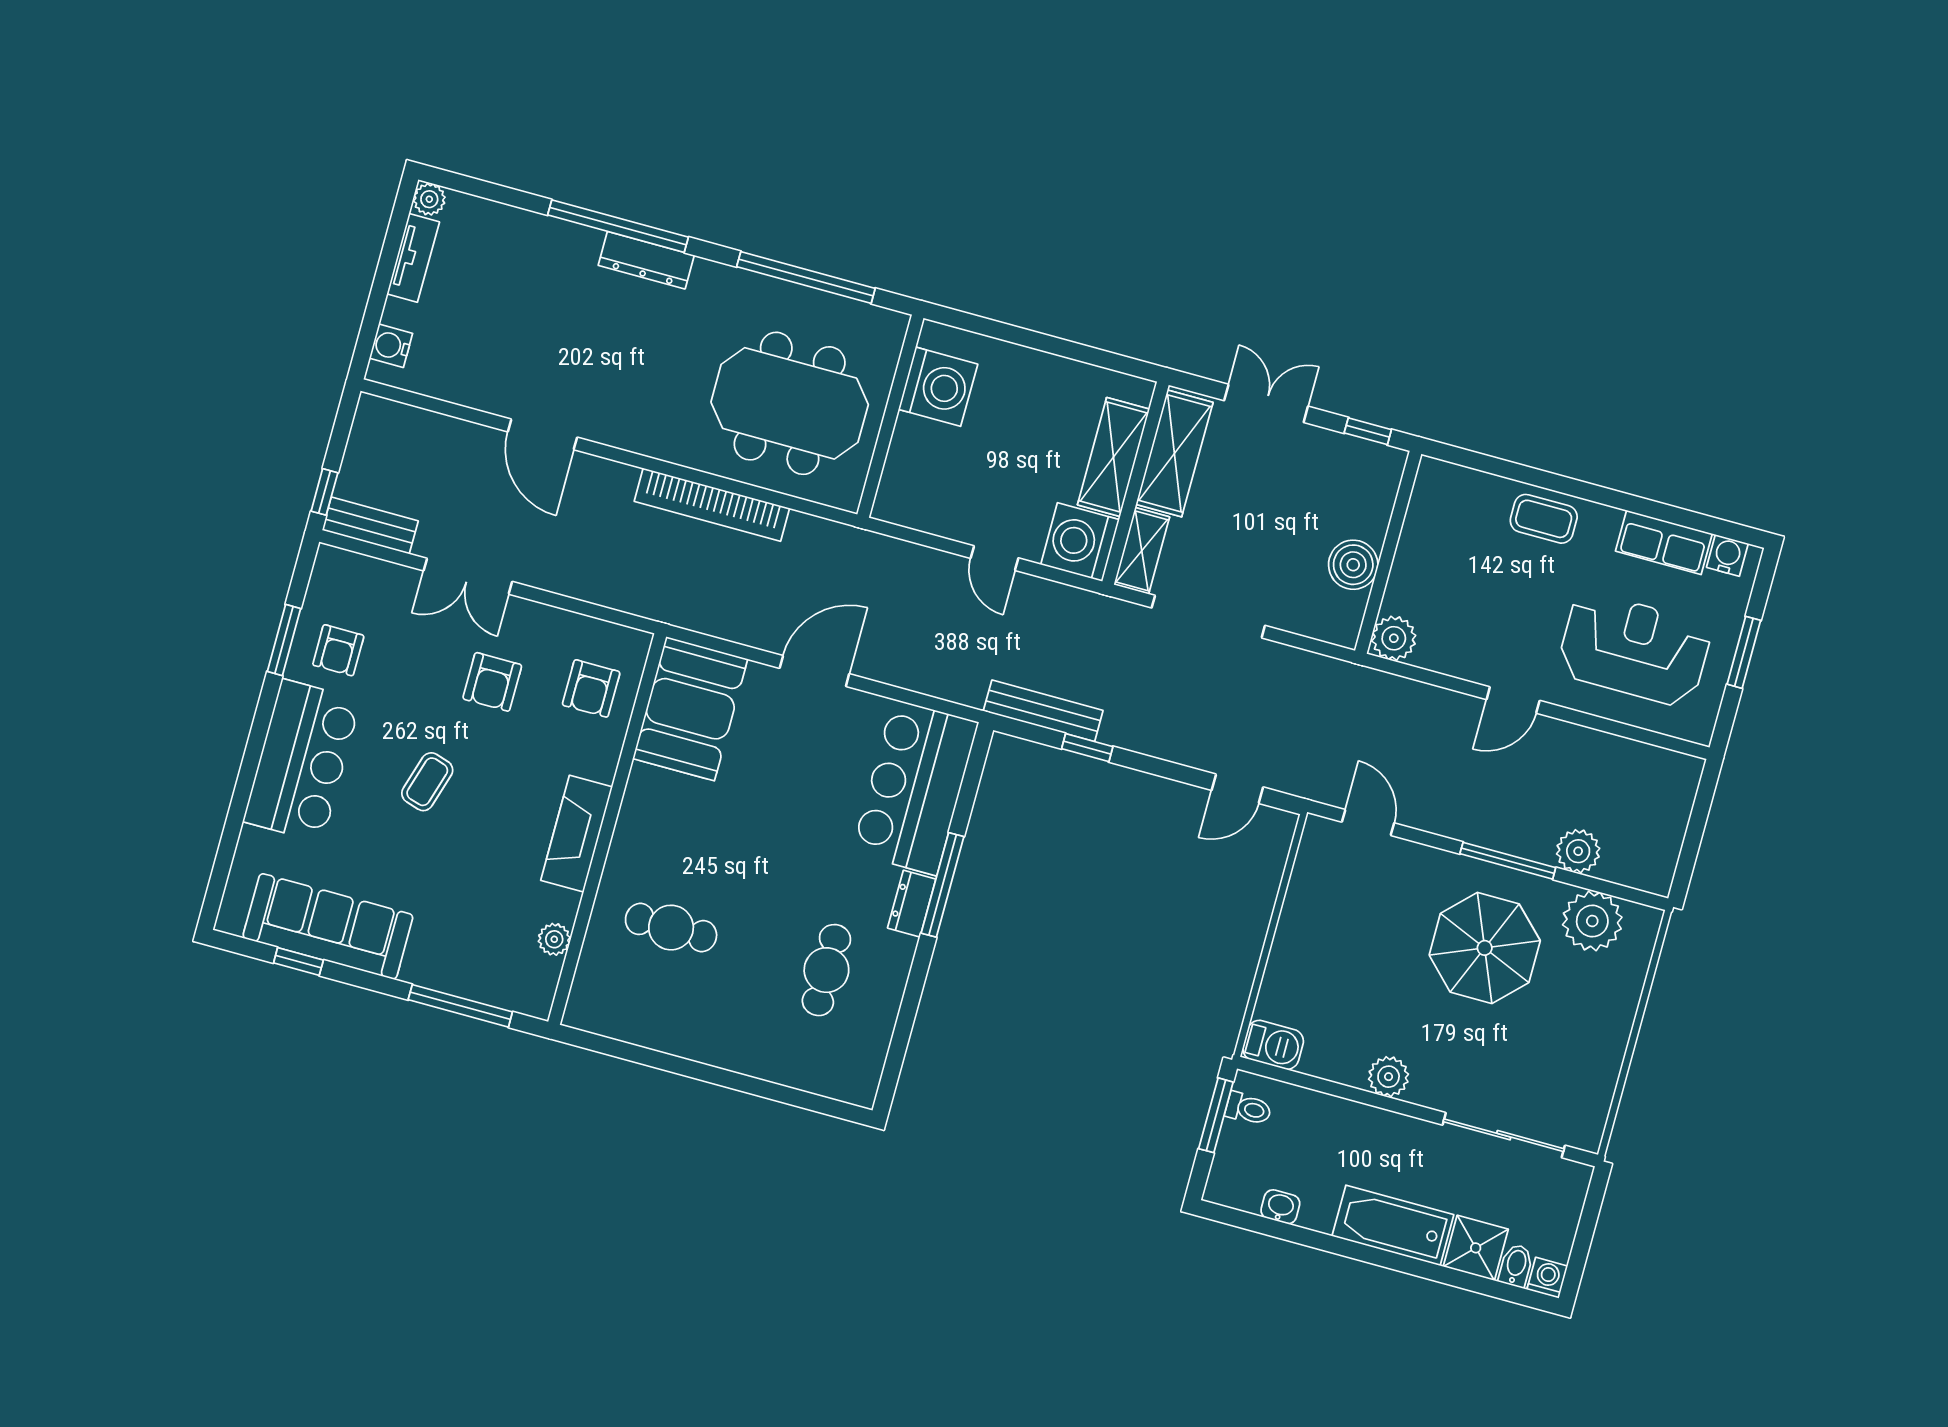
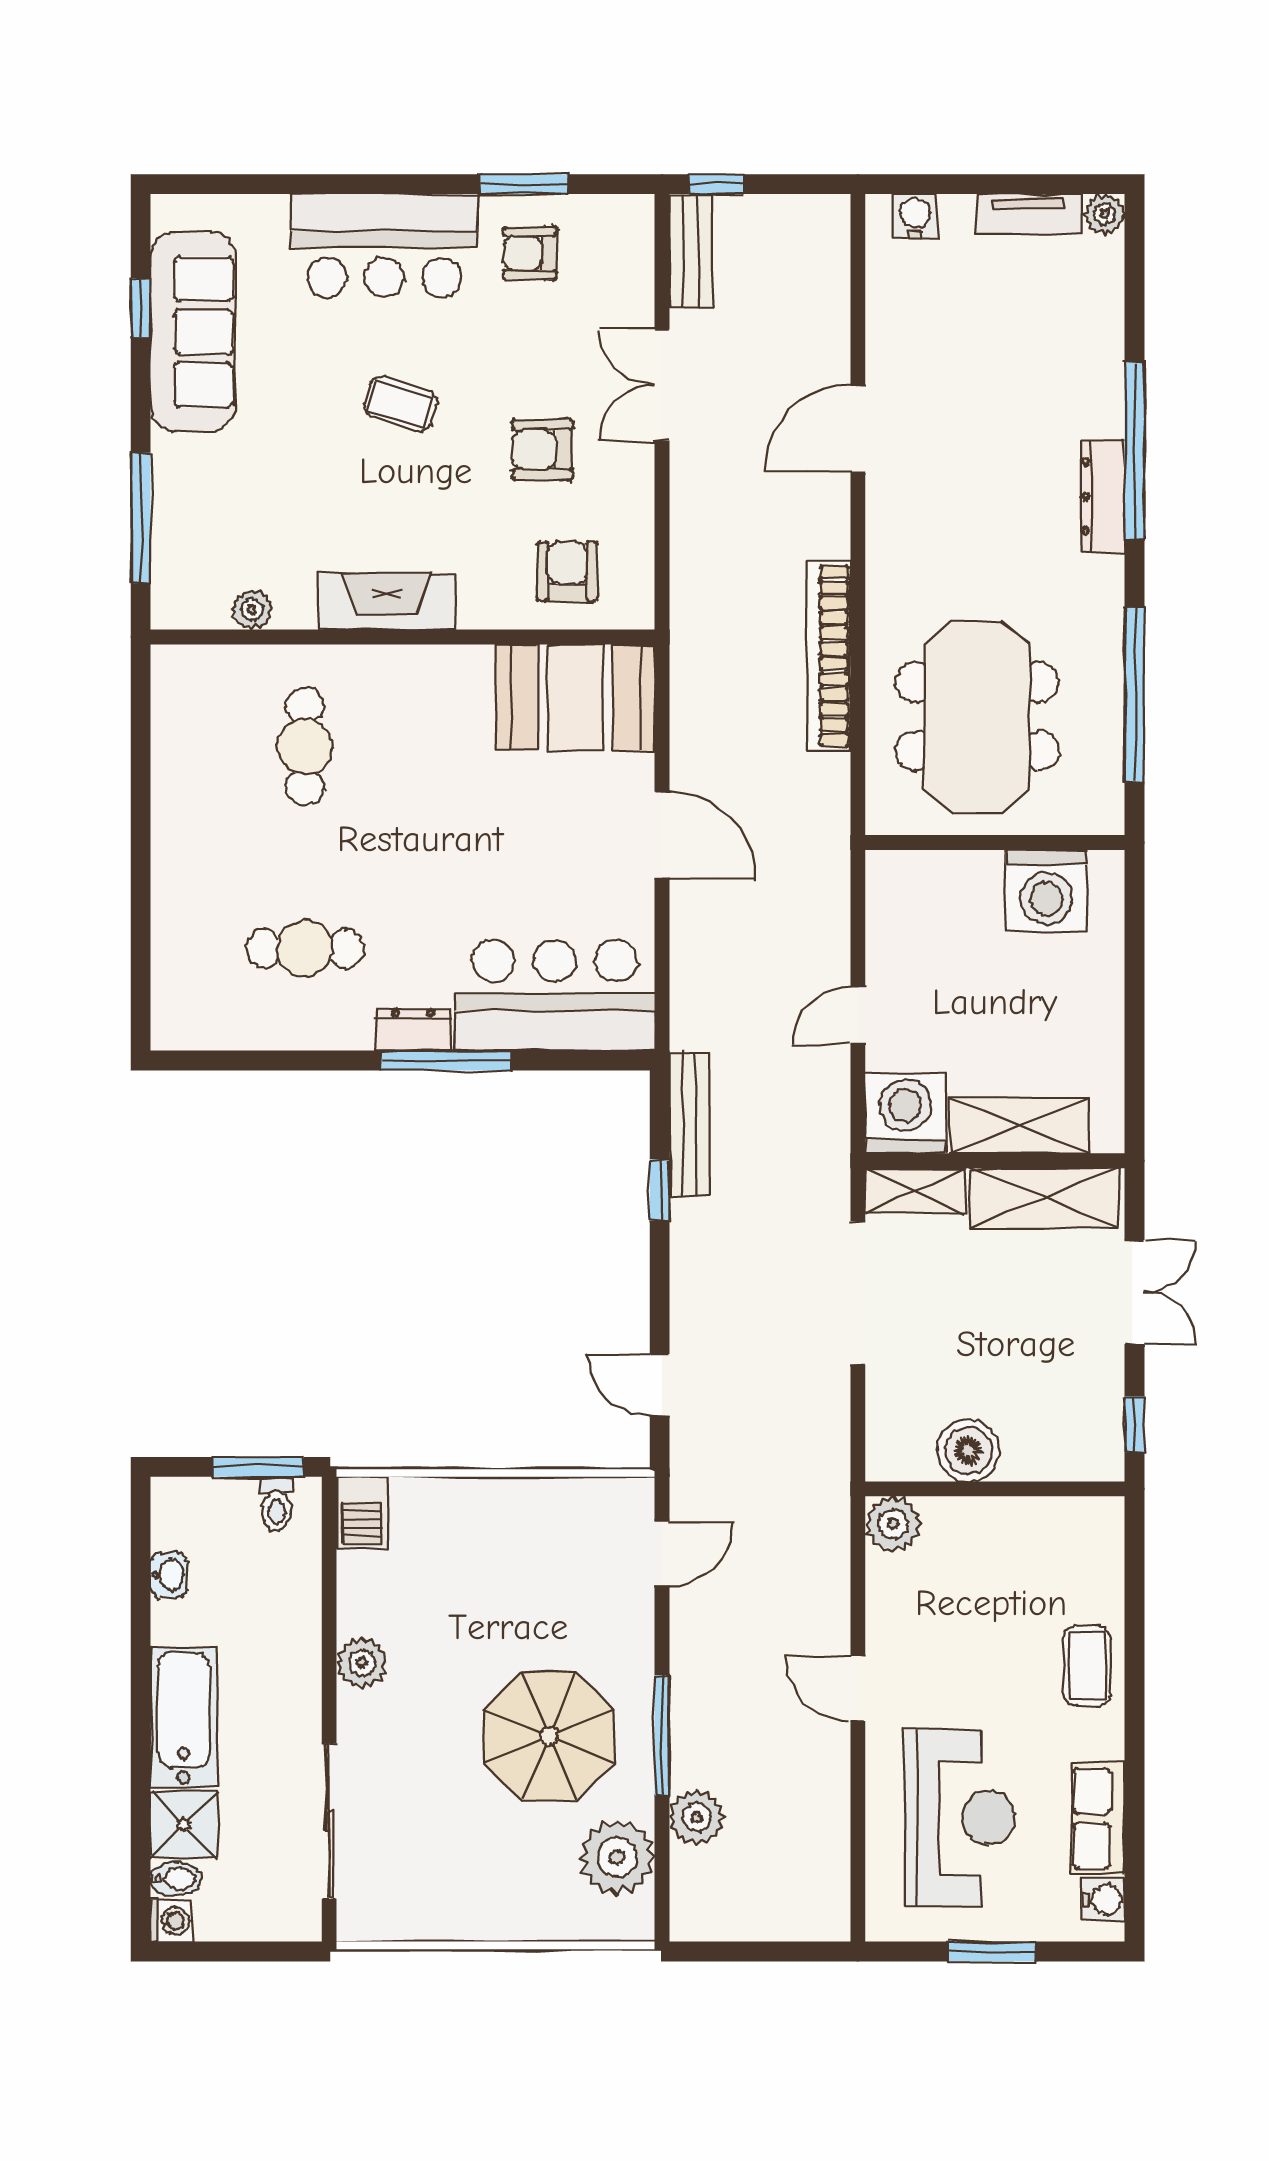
armchair: (591, 688) -> (567, 571), turned 90

